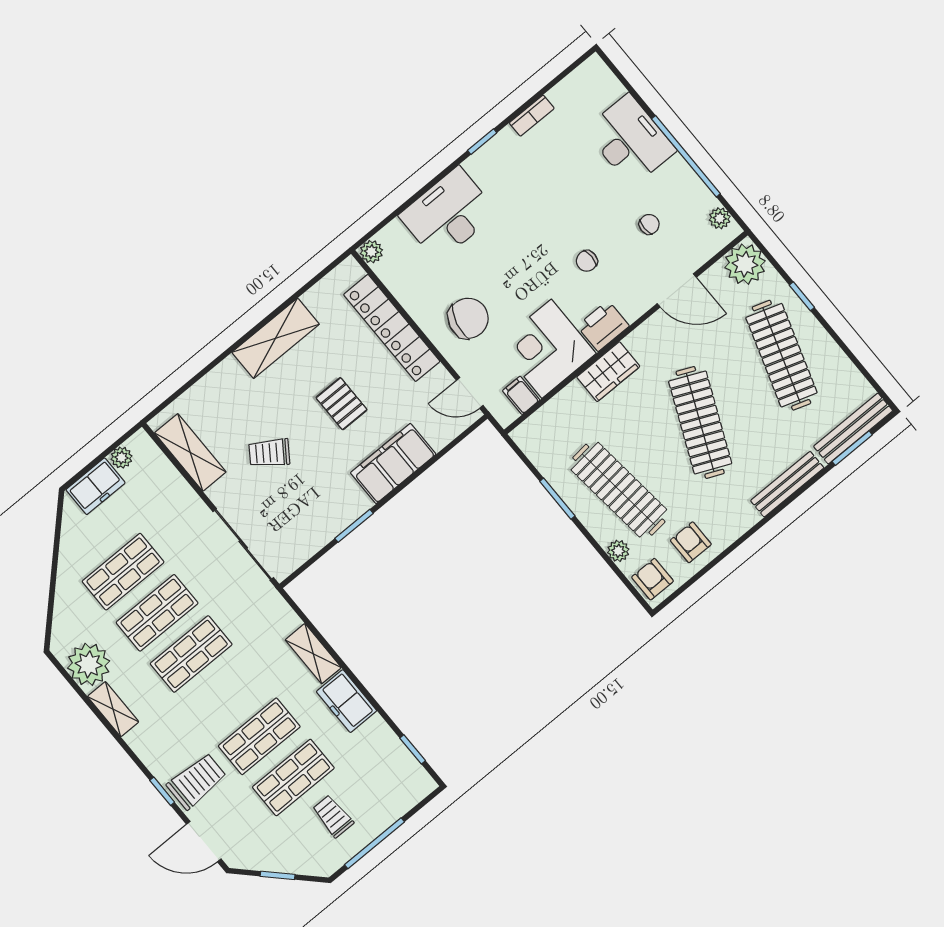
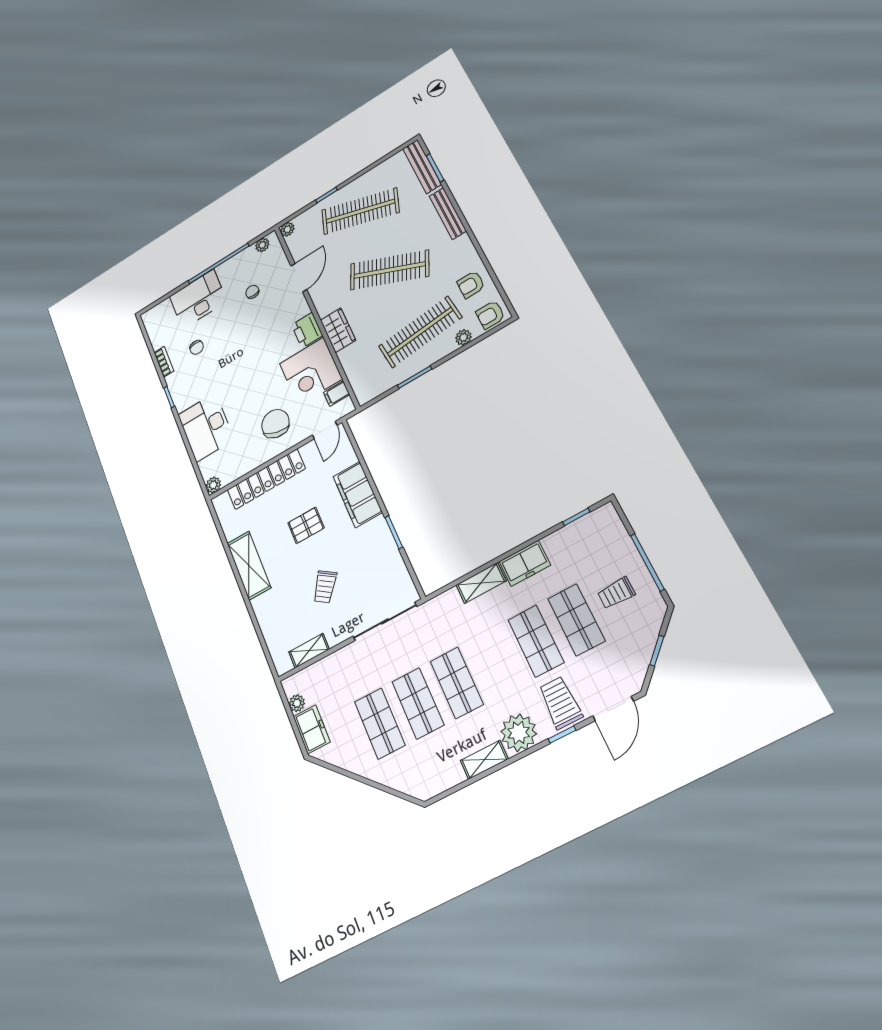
chair: (587, 261) -> (197, 347), moved
plant: (745, 264) -> (287, 229), width x0.53, depth x0.53
shelving: (190, 452) -> (309, 651), width x0.67, depth x0.75
plant: (89, 664) -> (519, 733), moved

